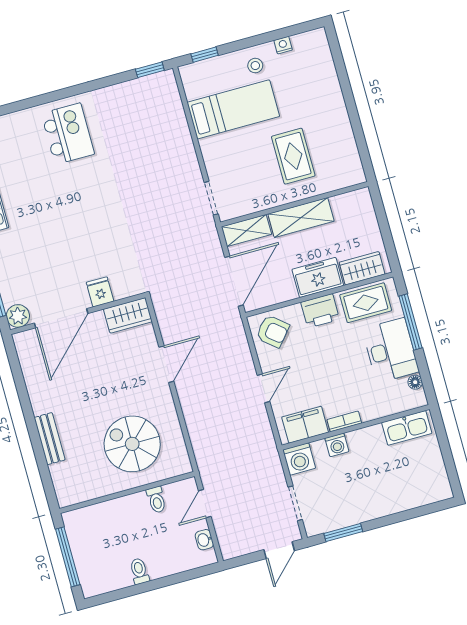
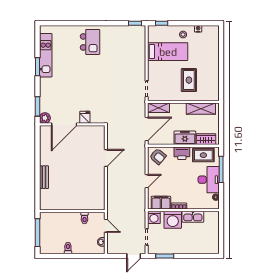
shelving: (301, 218) -> (201, 109), moved
wardrobe: (128, 315) -> (95, 131), removed
kitchen sink: (407, 428) -> (193, 217), moved
spiral stairs: (132, 444) -> (81, 190), removed
washing machine: (337, 445) -> (173, 220), width x1.89, depth x1.89
door: (205, 504) -> (106, 226), swing flipped

